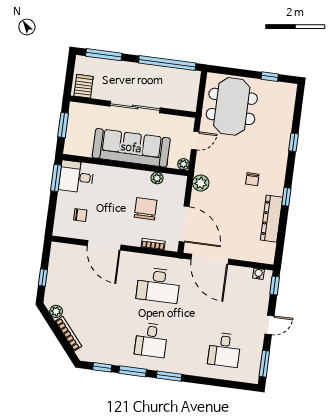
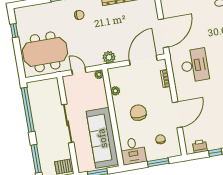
sofa: (131, 148) -> (102, 138), moved
window: (56, 178) -> (158, 162), moved
chair: (252, 179) -> (79, 15), moved
chair: (146, 209) -> (138, 113), moved, turned 90
printer: (57, 261) -> (200, 146), added

